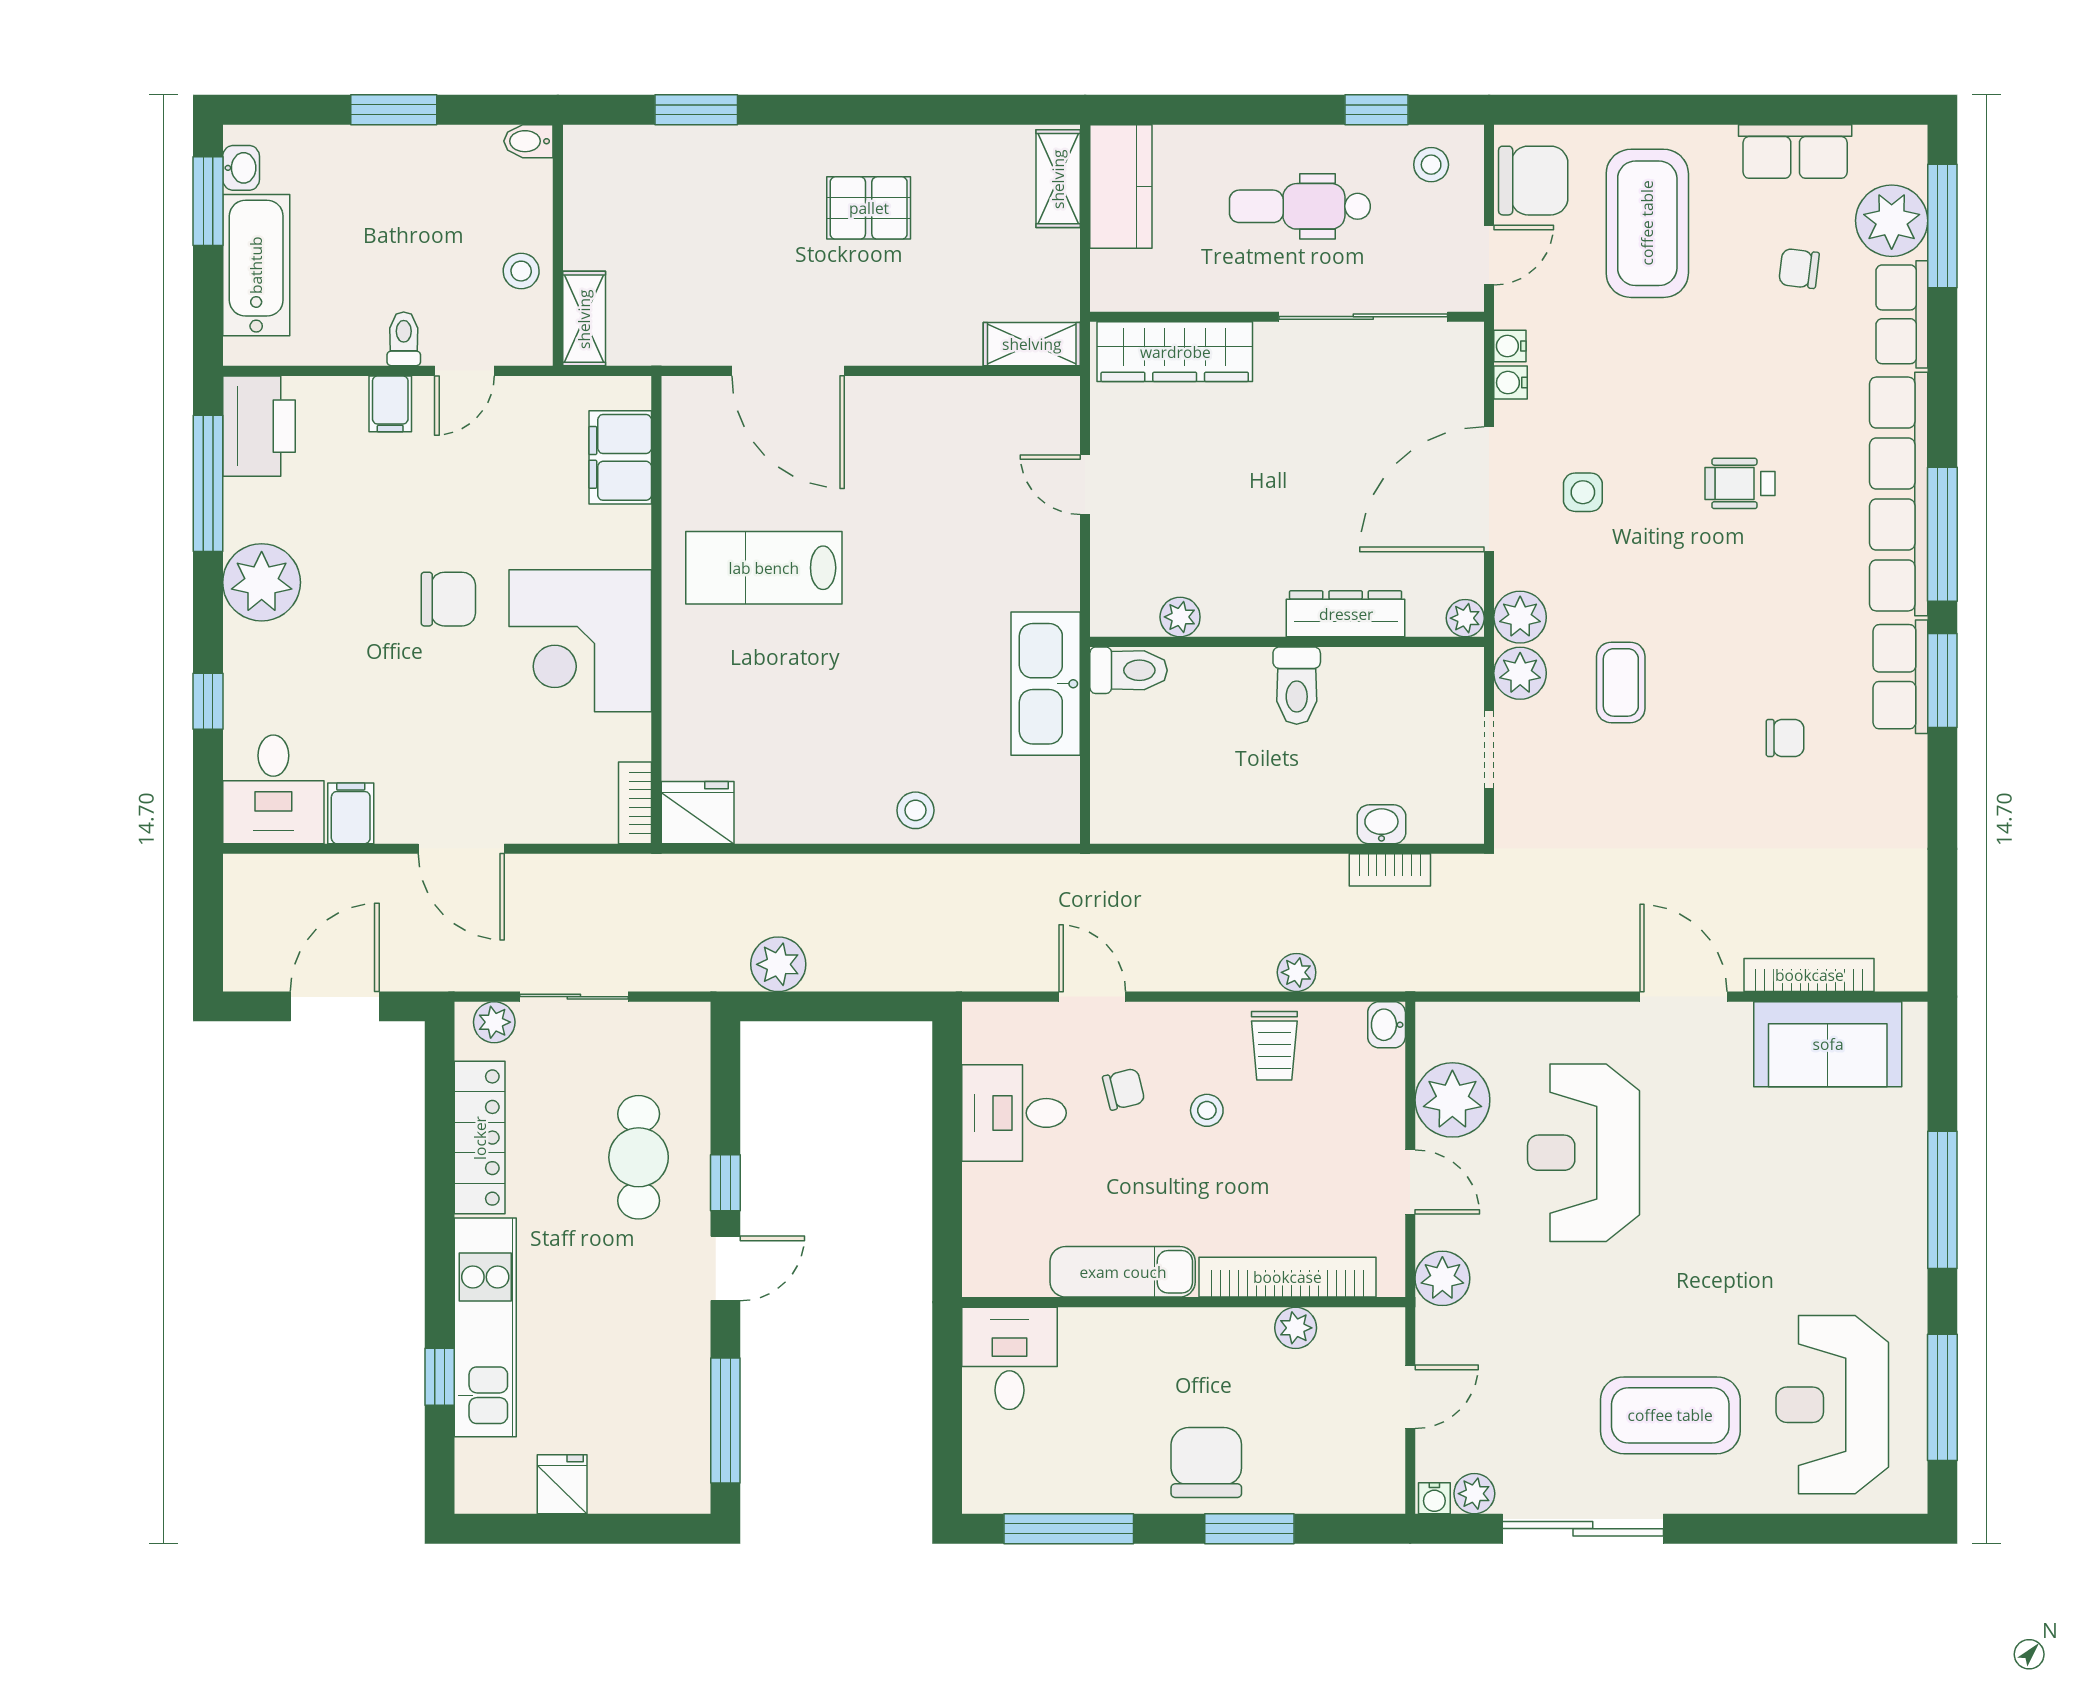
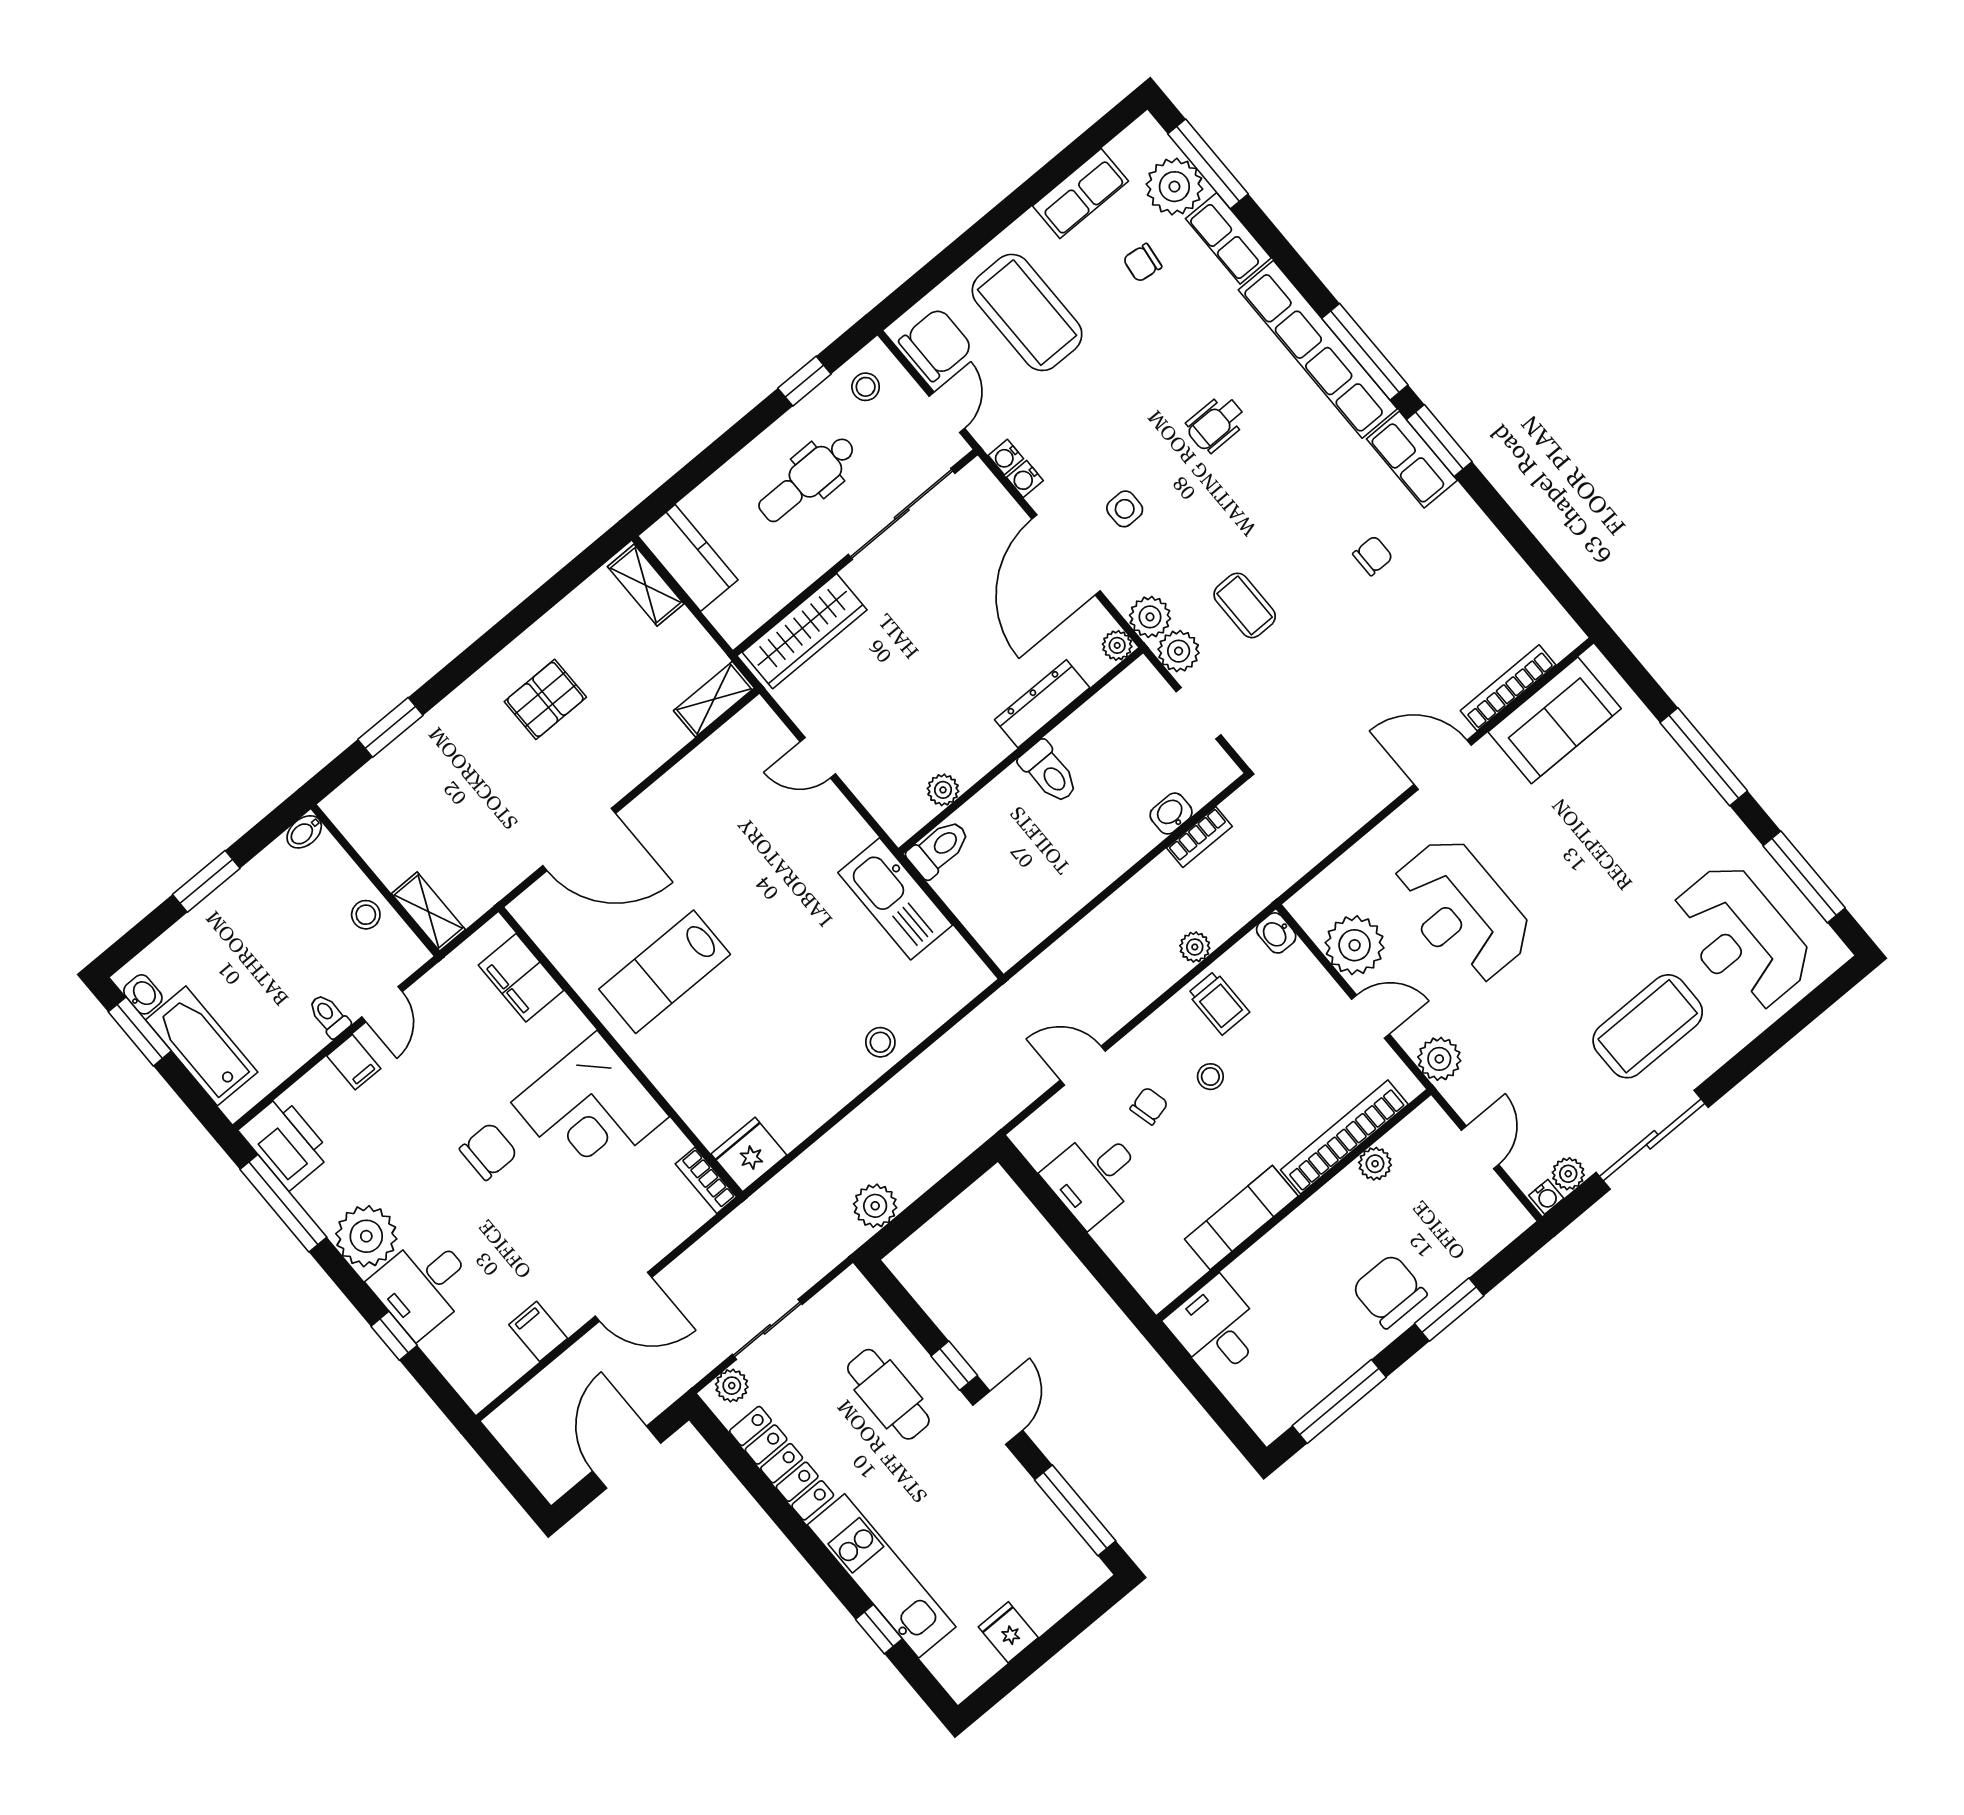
desk: (273, 789) -> (423, 1285), moved, turned 90

